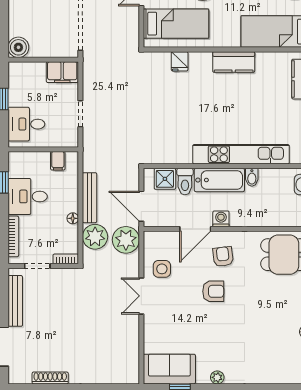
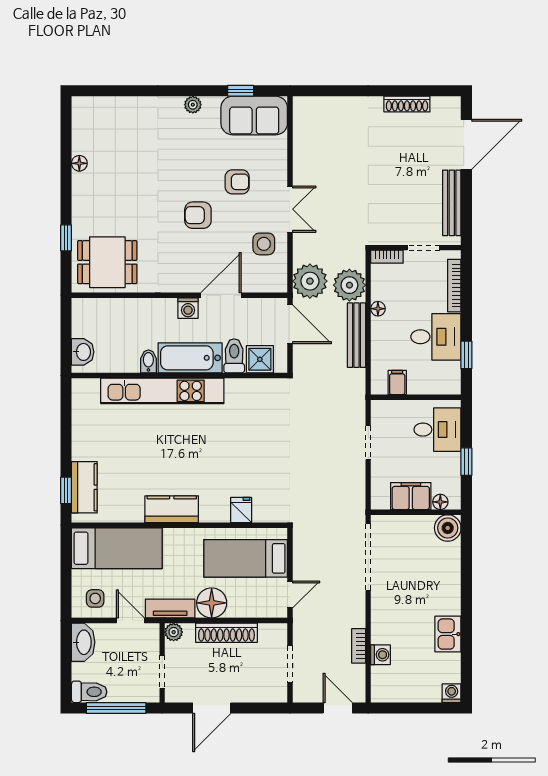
floor lamp: (24, 68) -> (440, 502), added
filing cabinet: (62, 72) -> (411, 496), moved
armchair: (223, 257) -> (237, 182), moved, turned -83

